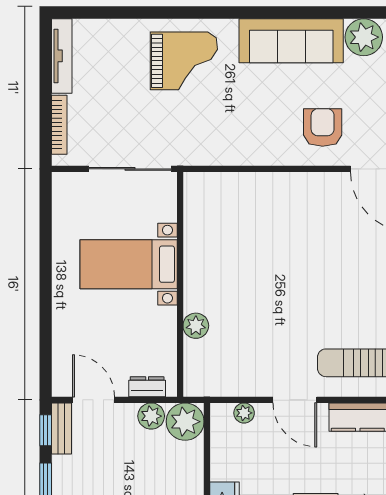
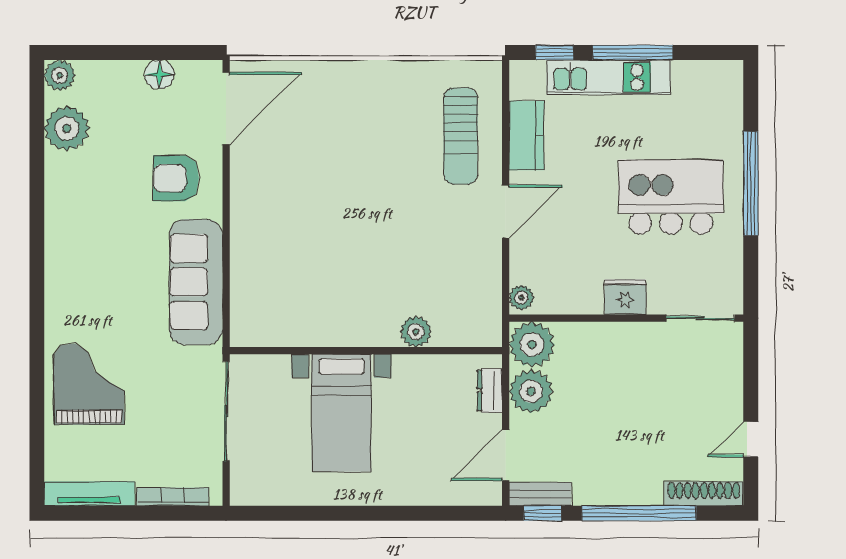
sofa: (291, 41) -> (196, 282), moved, turned 180
grand piano: (184, 61) -> (89, 384), moved
plant: (244, 413) -> (521, 298), moved
plant: (151, 416) -> (531, 391), width x1.36, depth x1.36

